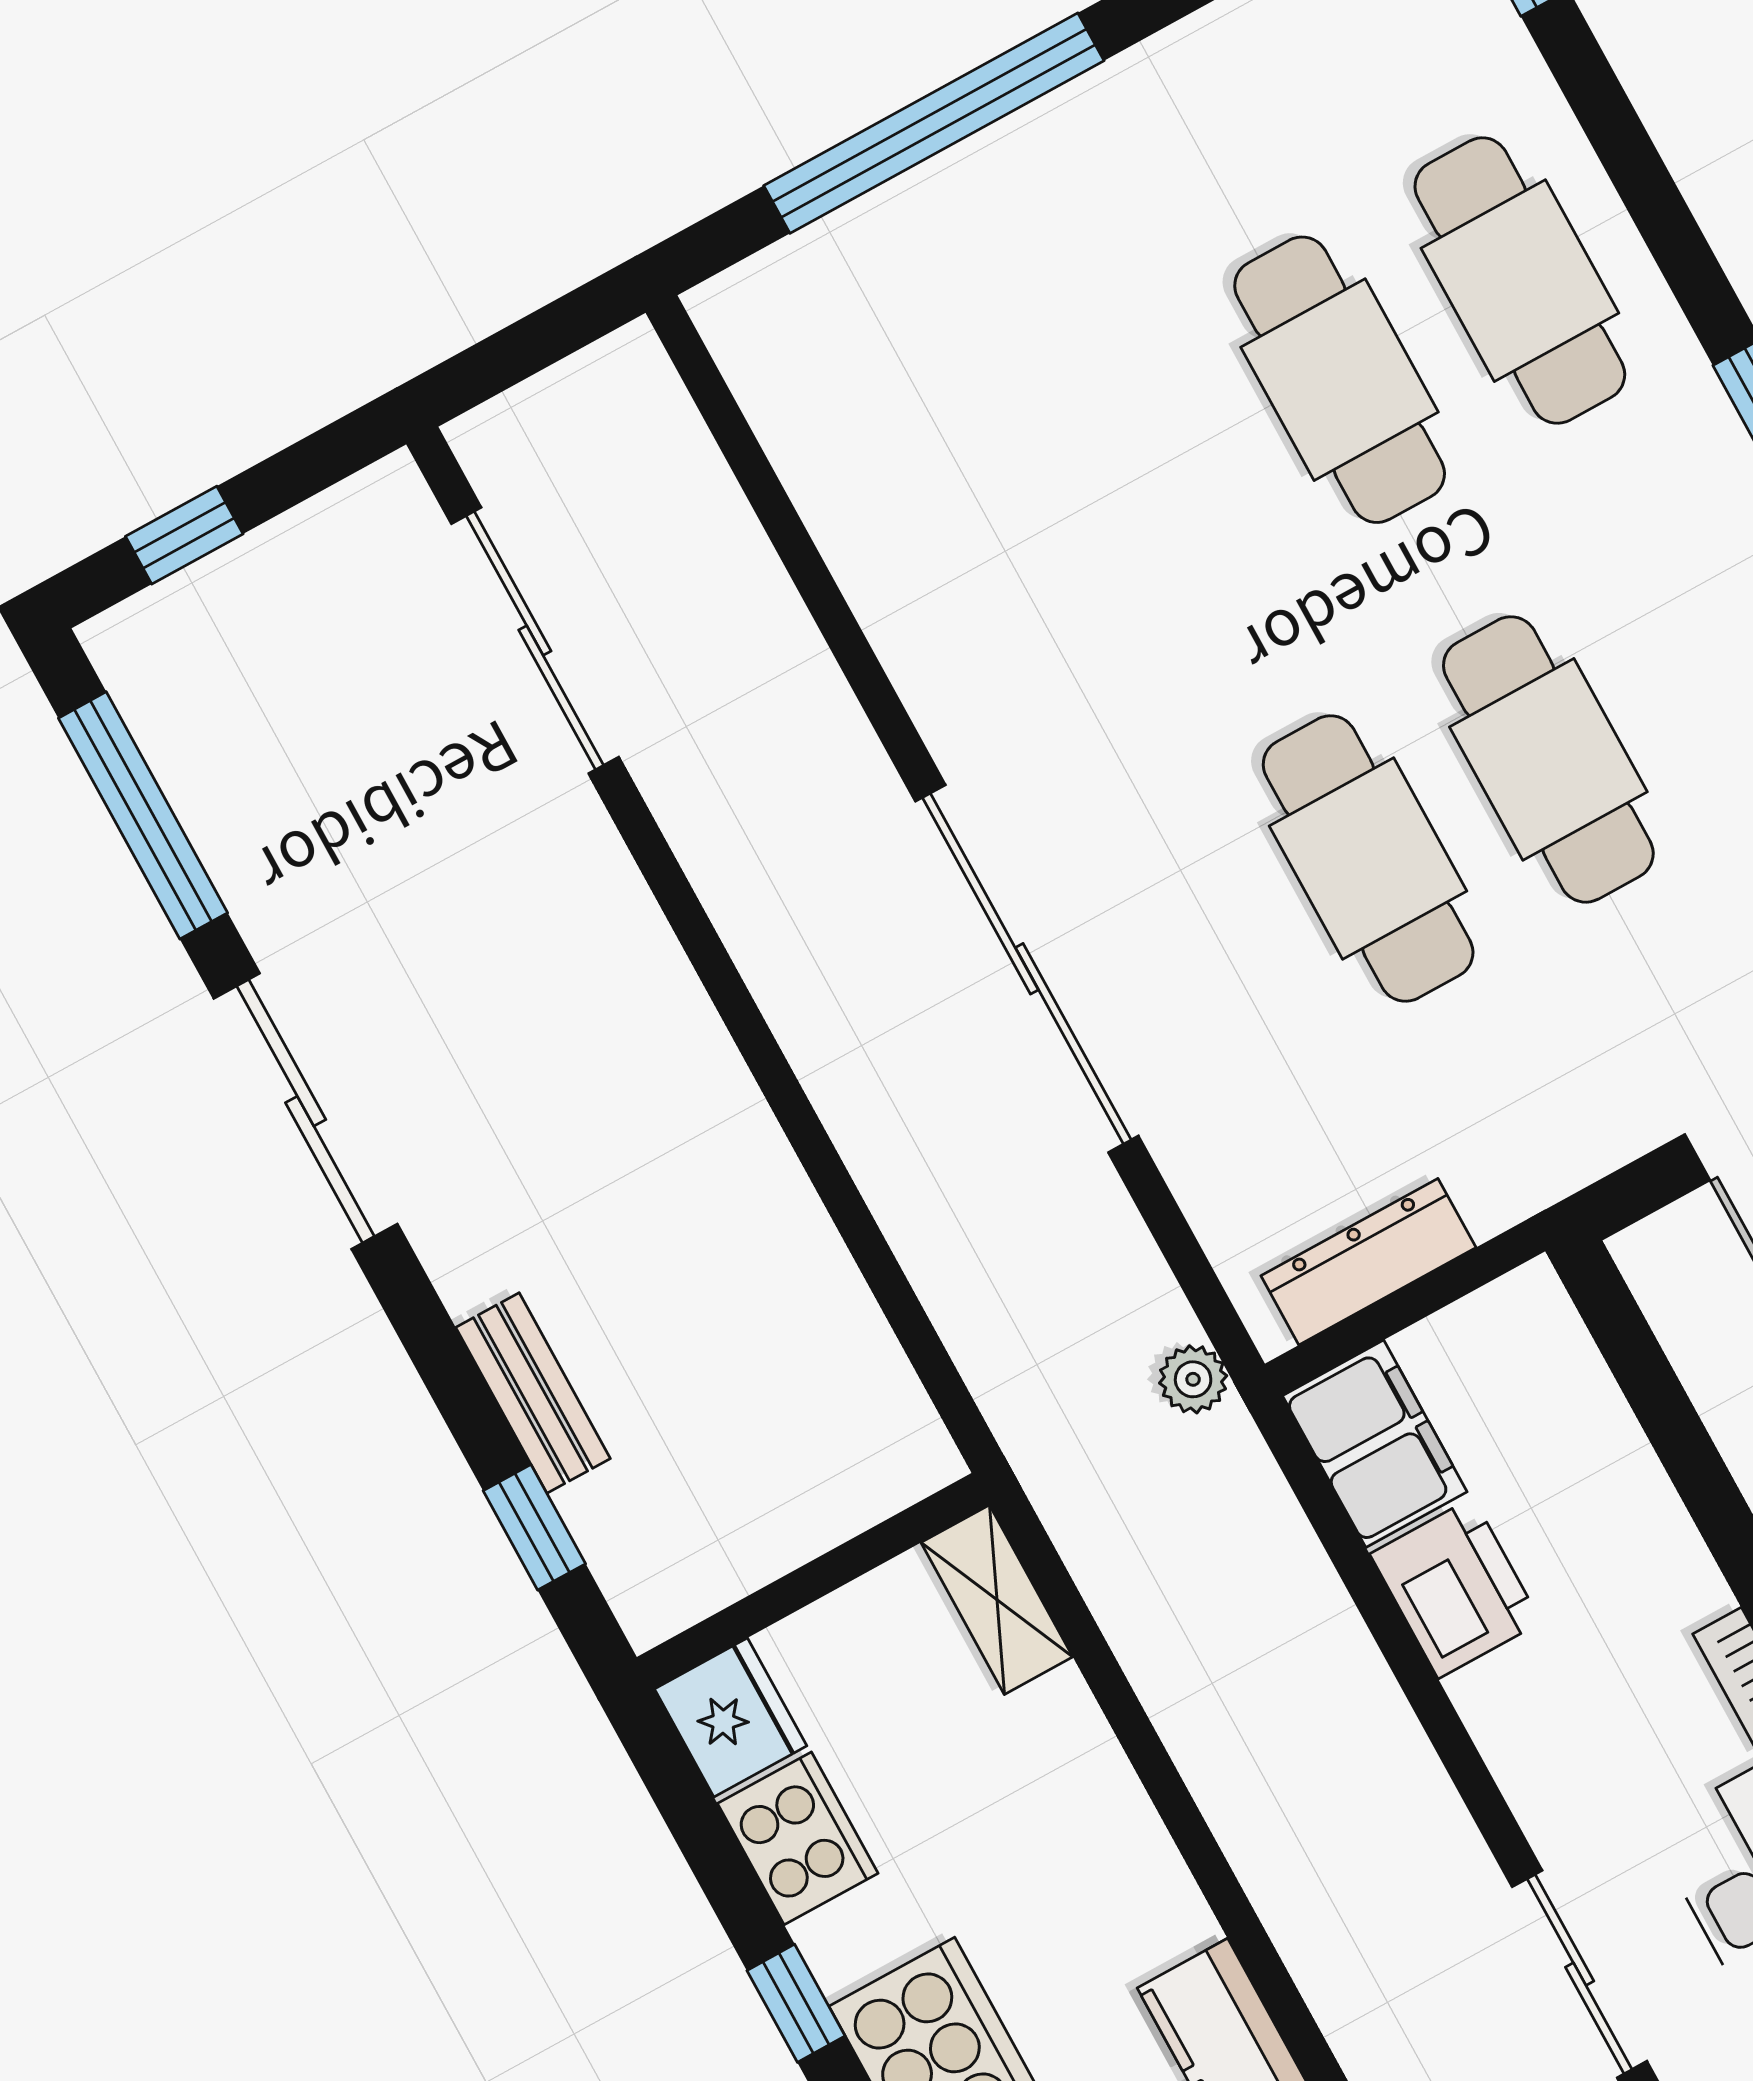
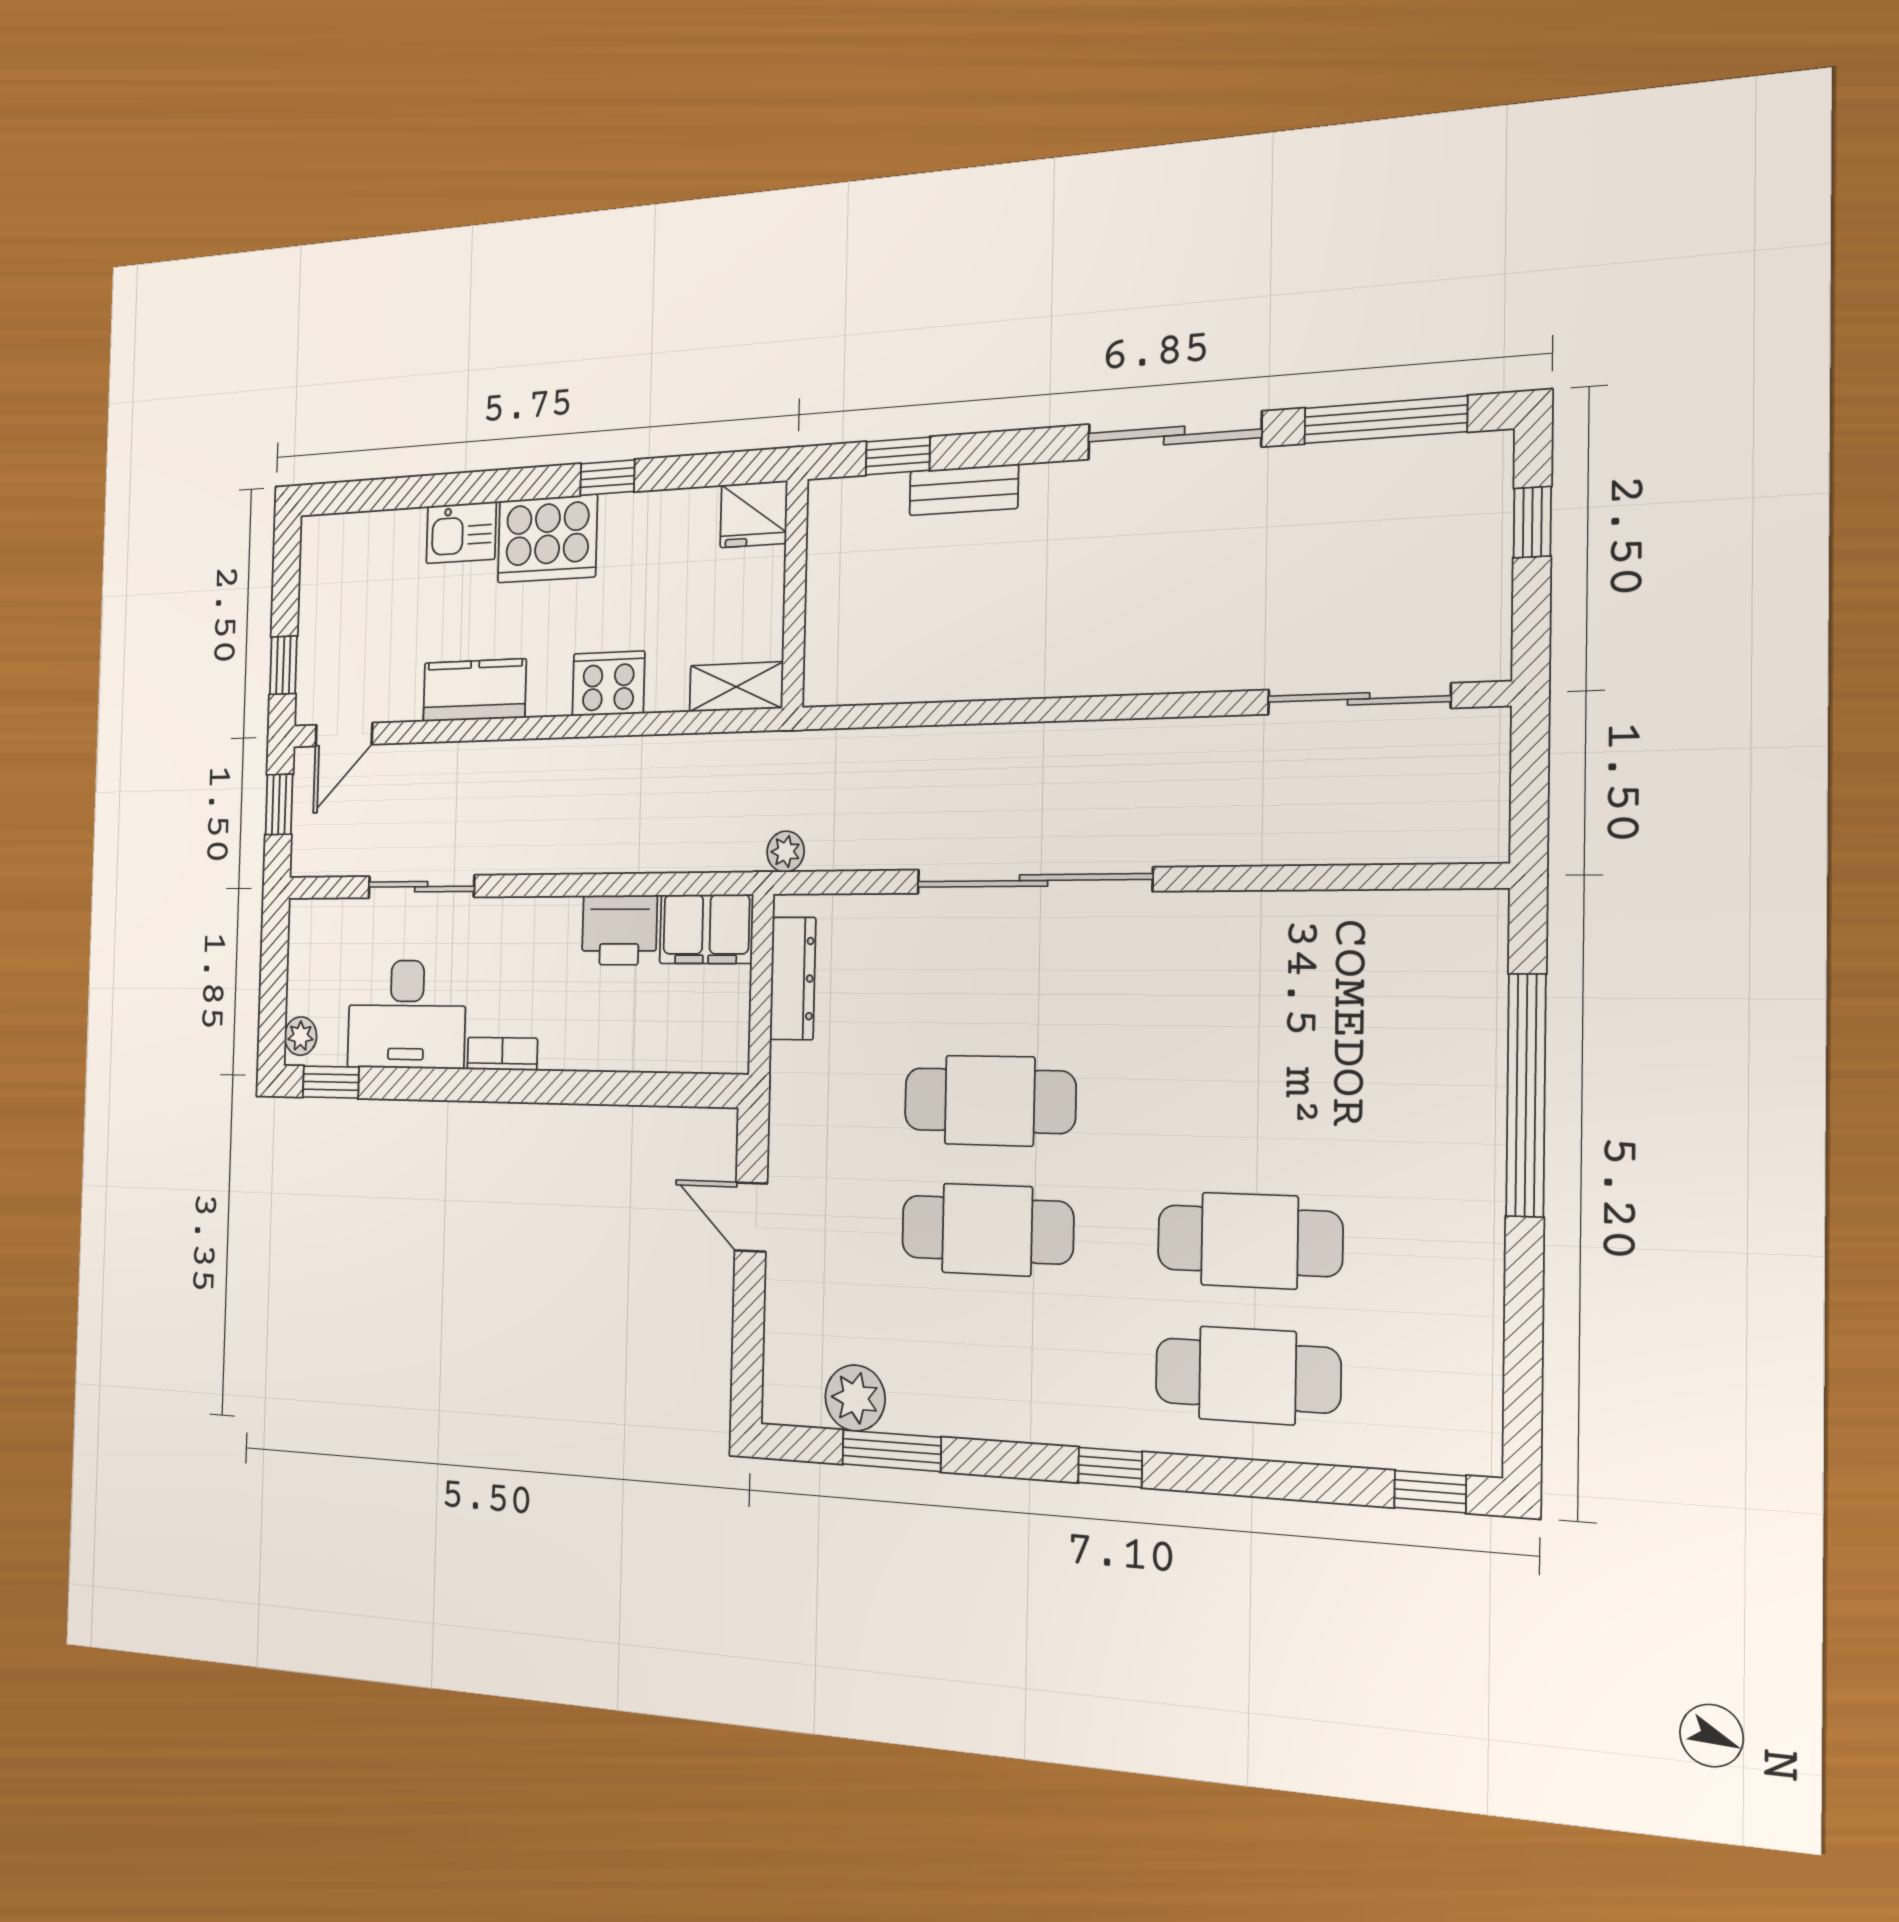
cooker: (798, 1838) -> (608, 684), moved, turned 180

